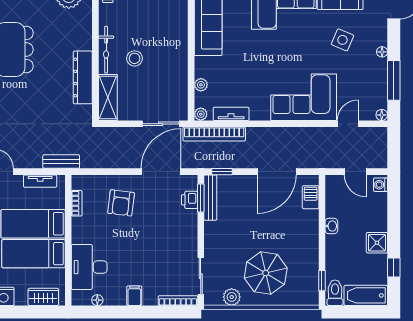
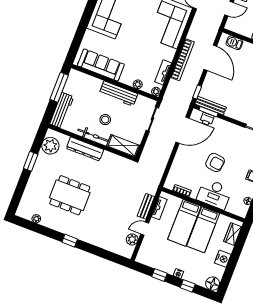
workbench: (178, 63) -> (118, 94), added
dresser: (83, 77) -> (85, 149), moved
bookcase: (214, 134) -> (182, 60), moved
bench: (61, 161) -> (146, 206), moved
door: (161, 172) -> (182, 130), swing flipped
armchair: (121, 203) -> (215, 162), moved
desk: (89, 267) -> (214, 194), moved

